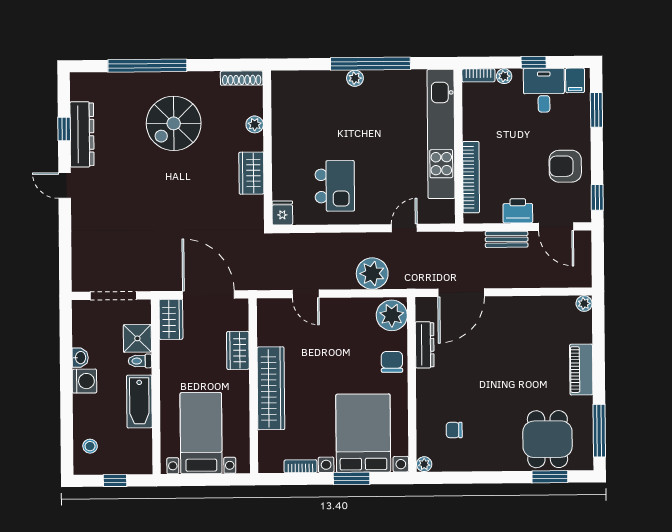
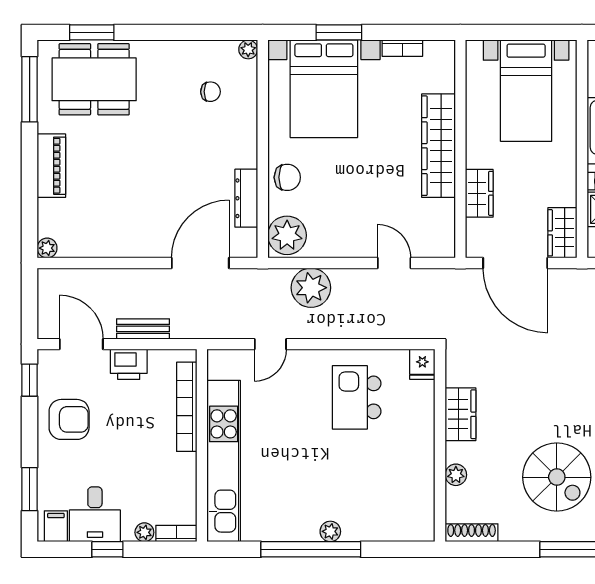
spiral stairs: (174, 123) -> (557, 477), turned 90
chair: (392, 362) -> (287, 177), turned -90
dining table: (548, 439) -> (94, 79), width x1.38

